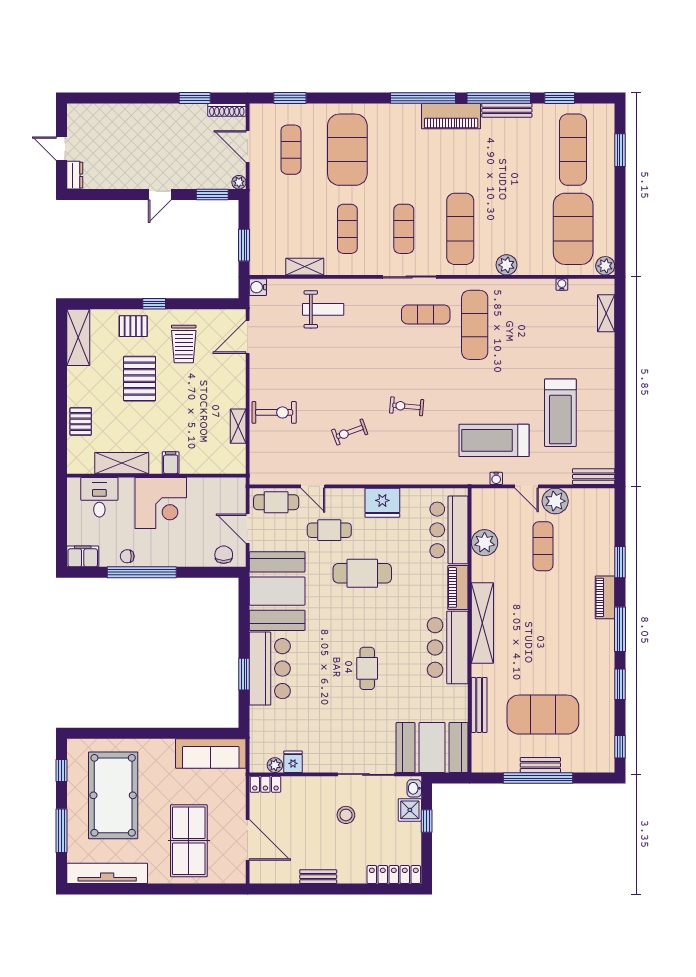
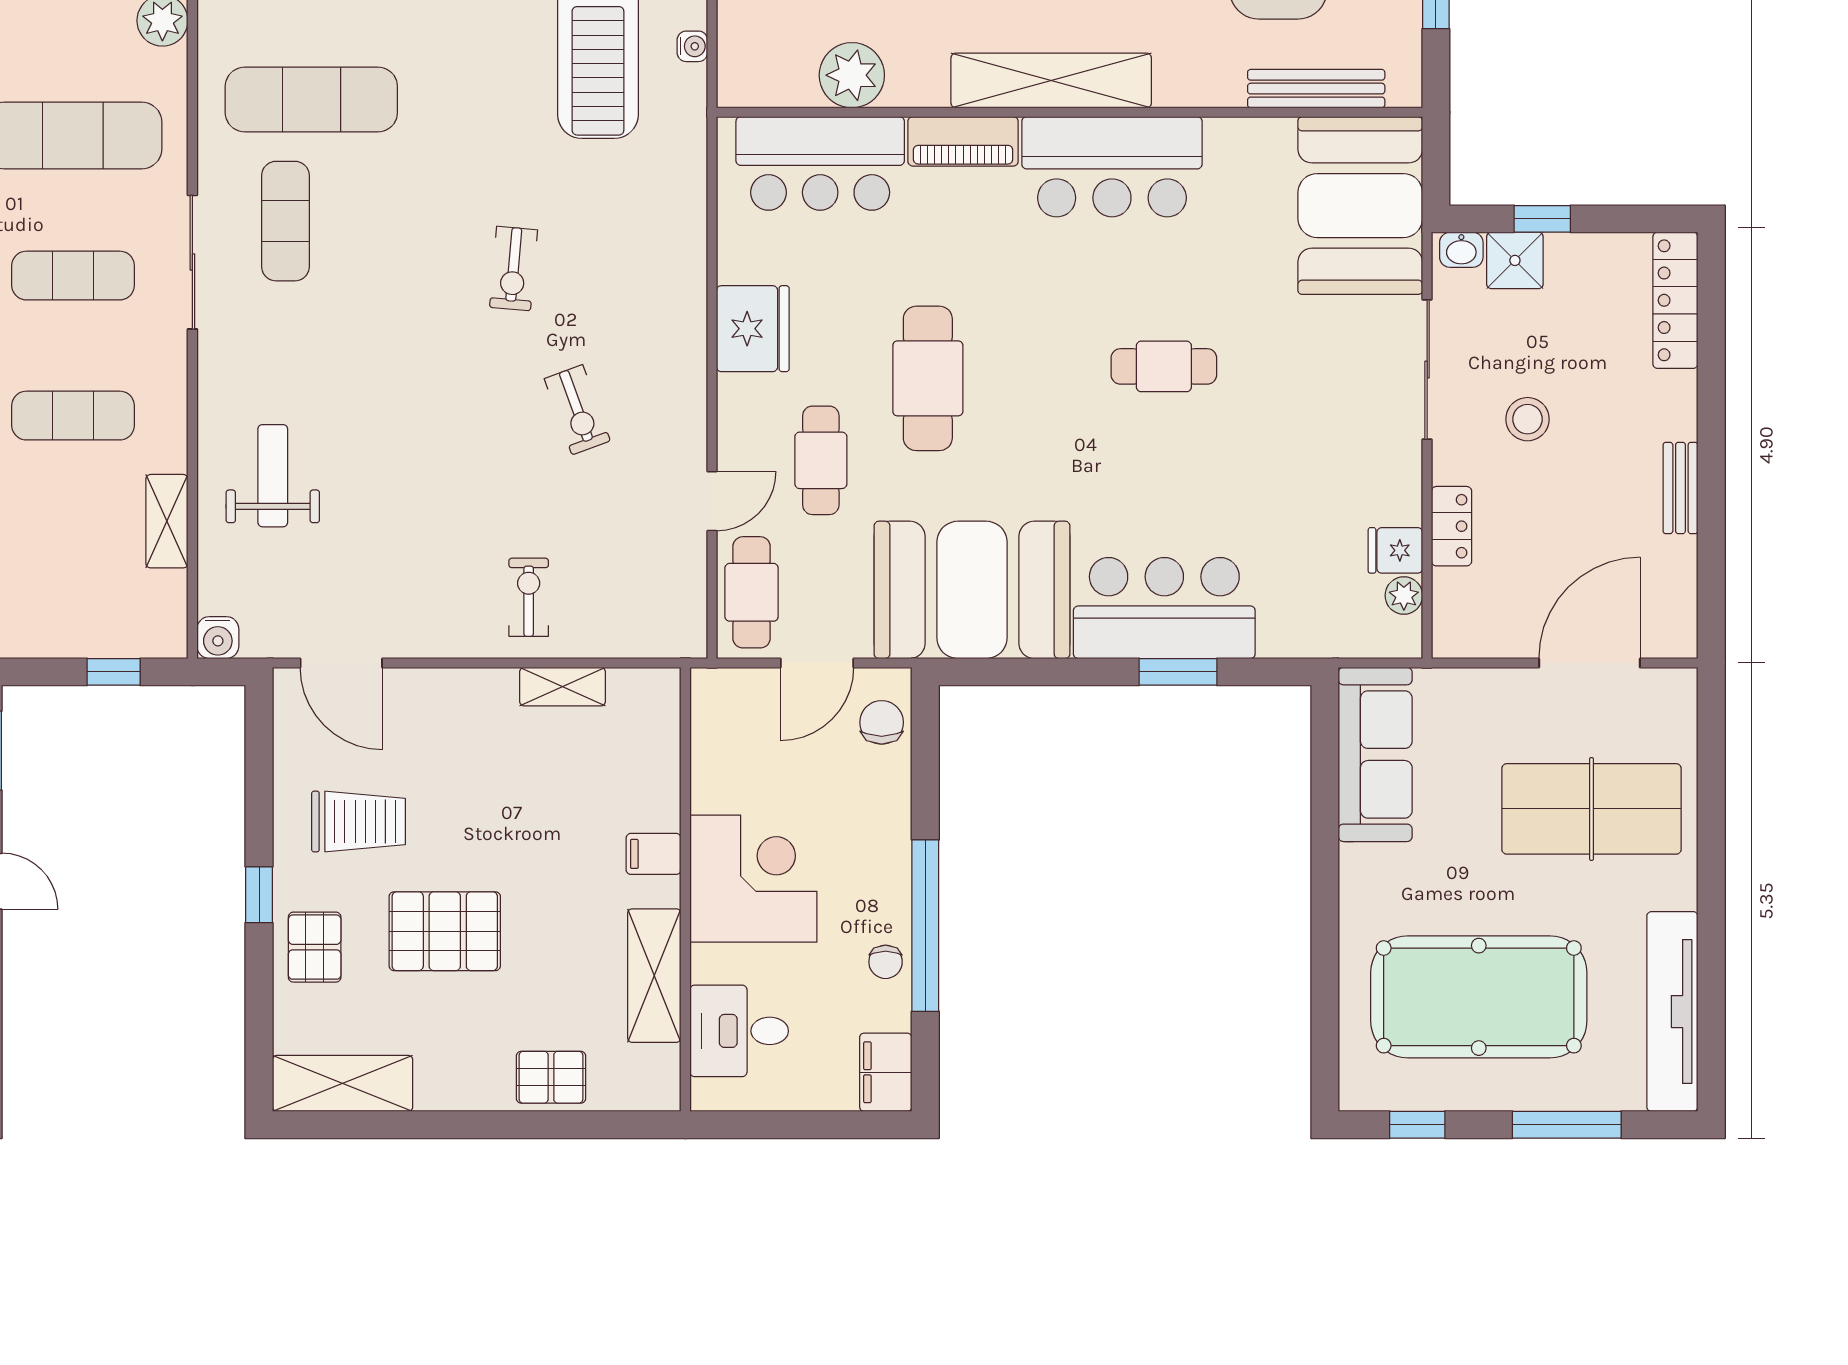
window: (244, 245) -> (114, 672), width x0.67
exercise bike: (274, 412) -> (529, 597), width x0.73, depth x0.72
chair: (224, 555) -> (882, 722), turned 90
bench: (479, 705) -> (1316, 89), moved
locker: (265, 784) -> (1452, 526), moved

